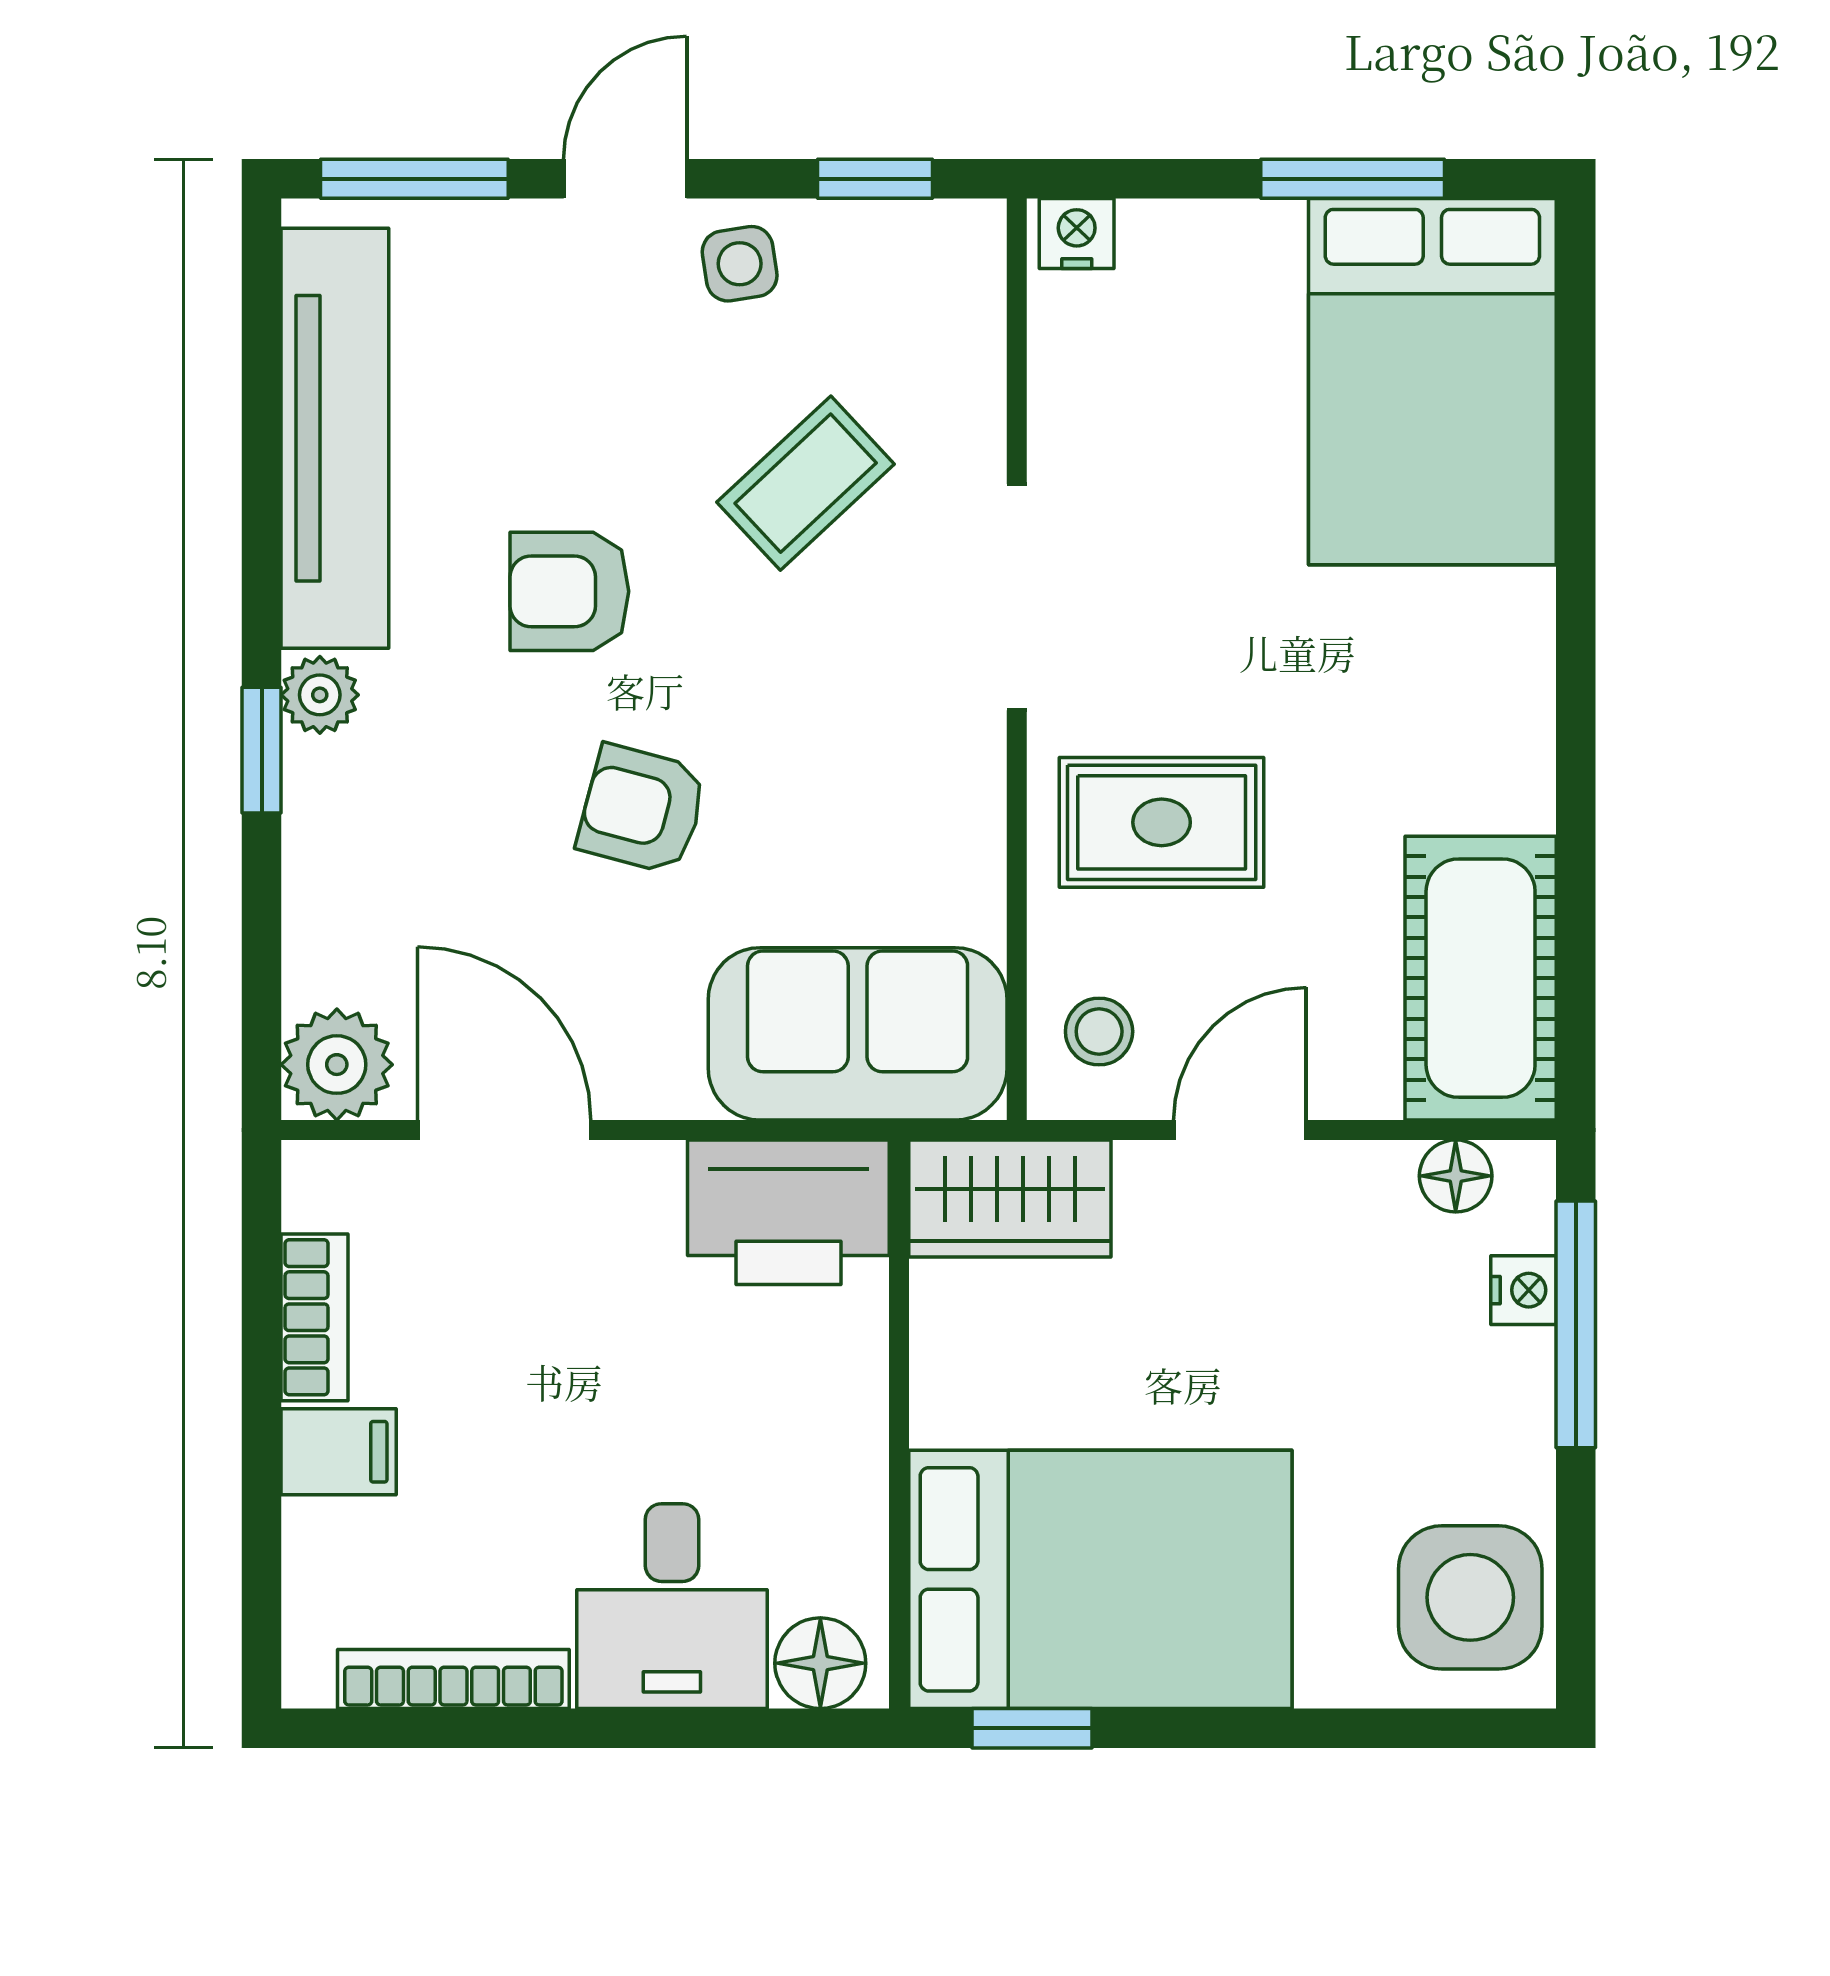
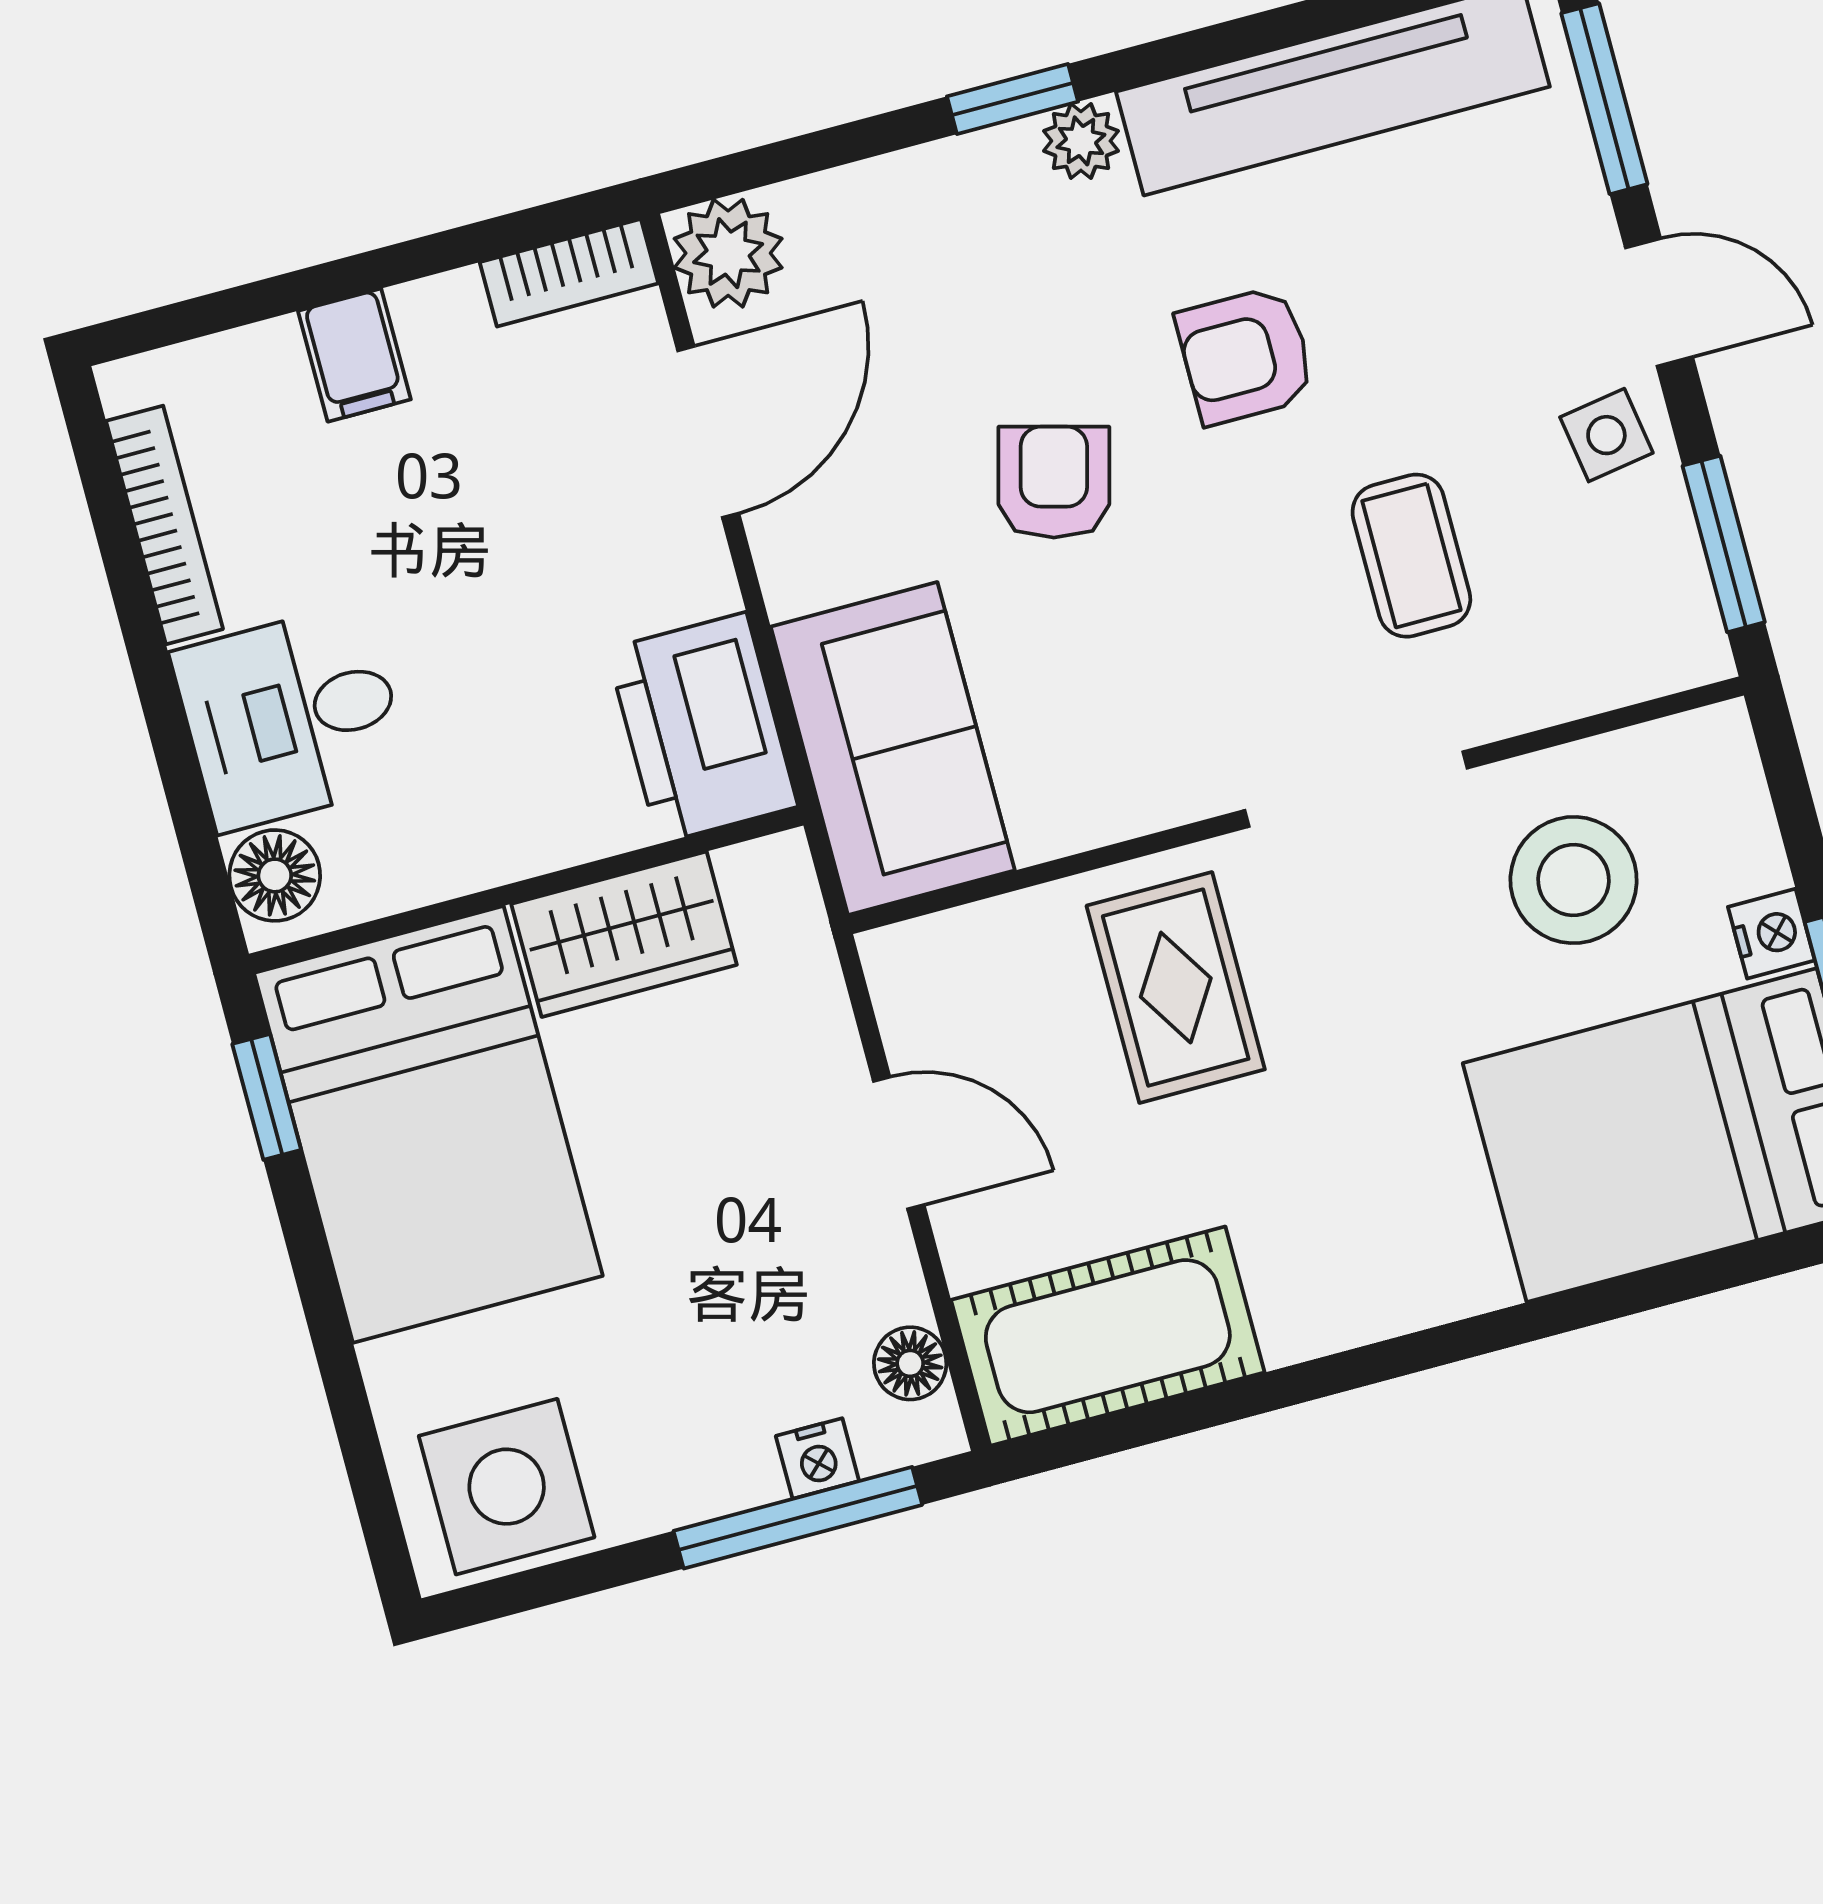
window: (875, 179) -> (1724, 544), width x1.50
nightstand: (1077, 233) -> (1771, 934), moved
coffee table: (806, 483) -> (1411, 556), turned 43
armchair: (569, 591) -> (1246, 355), turned -90
stool: (1099, 1031) -> (1574, 880), moved, width x1.89, depth x1.89
wardrobe: (1010, 1198) -> (624, 934), moved, turned -90
bookcase: (315, 1317) -> (569, 273), moved

